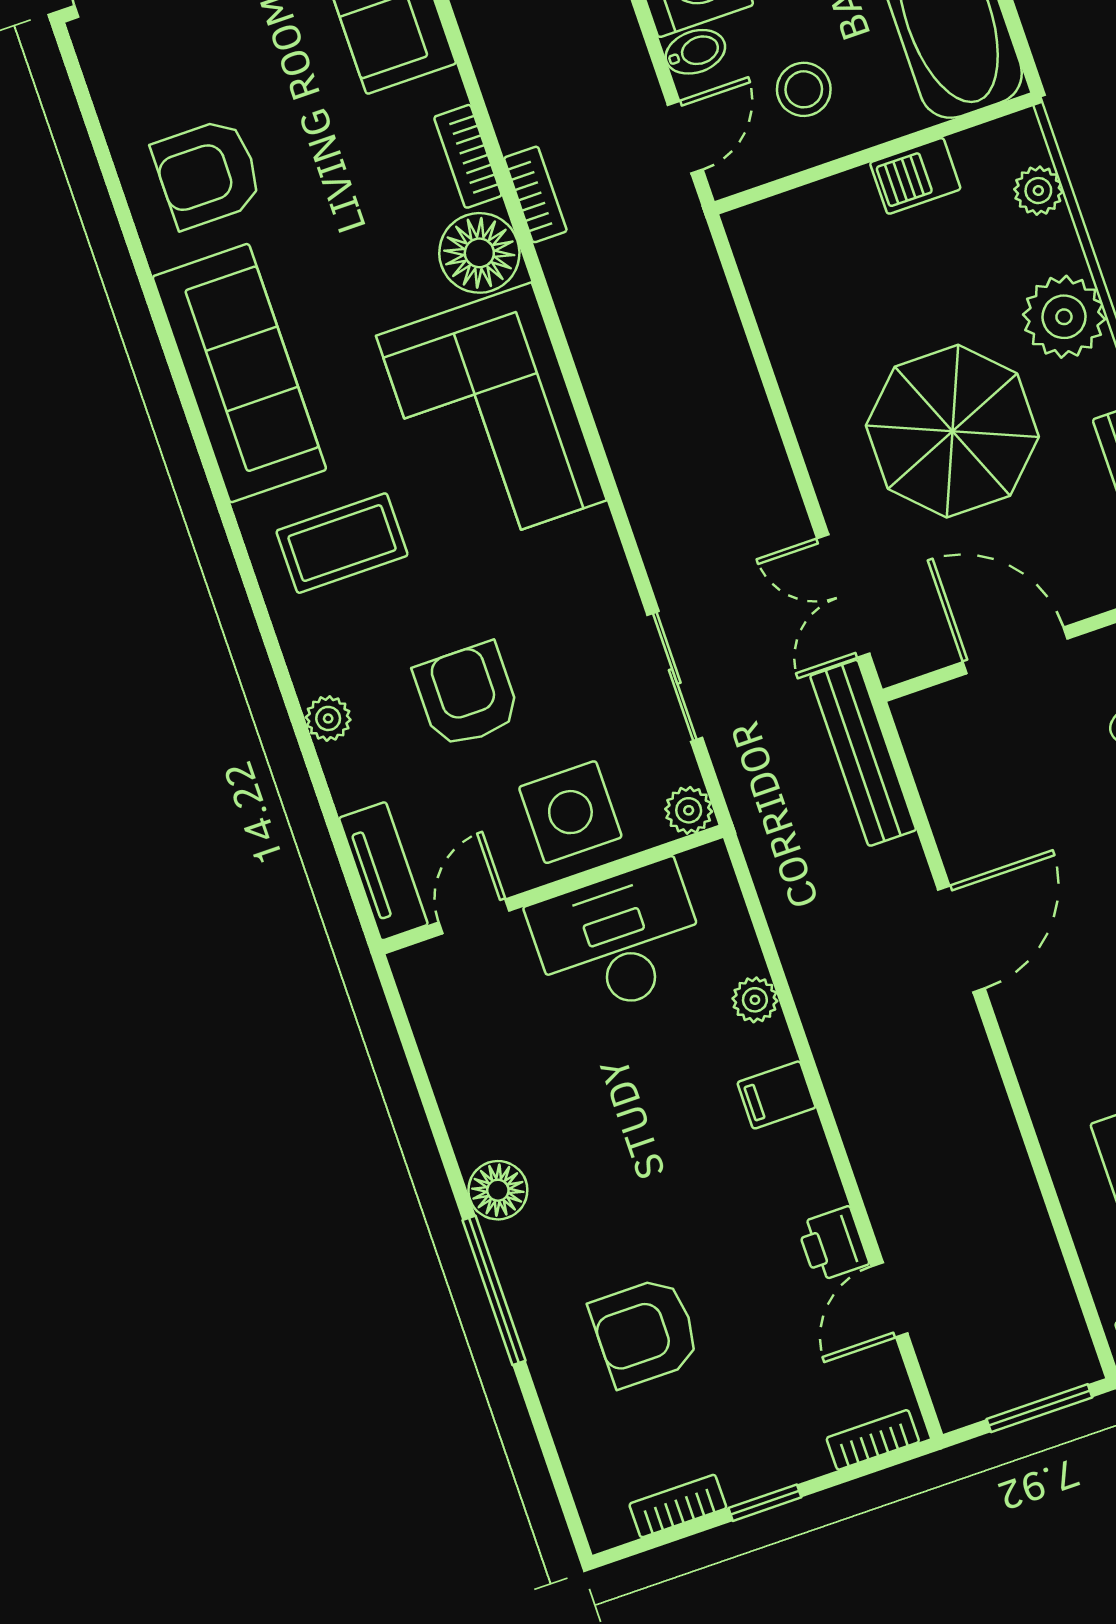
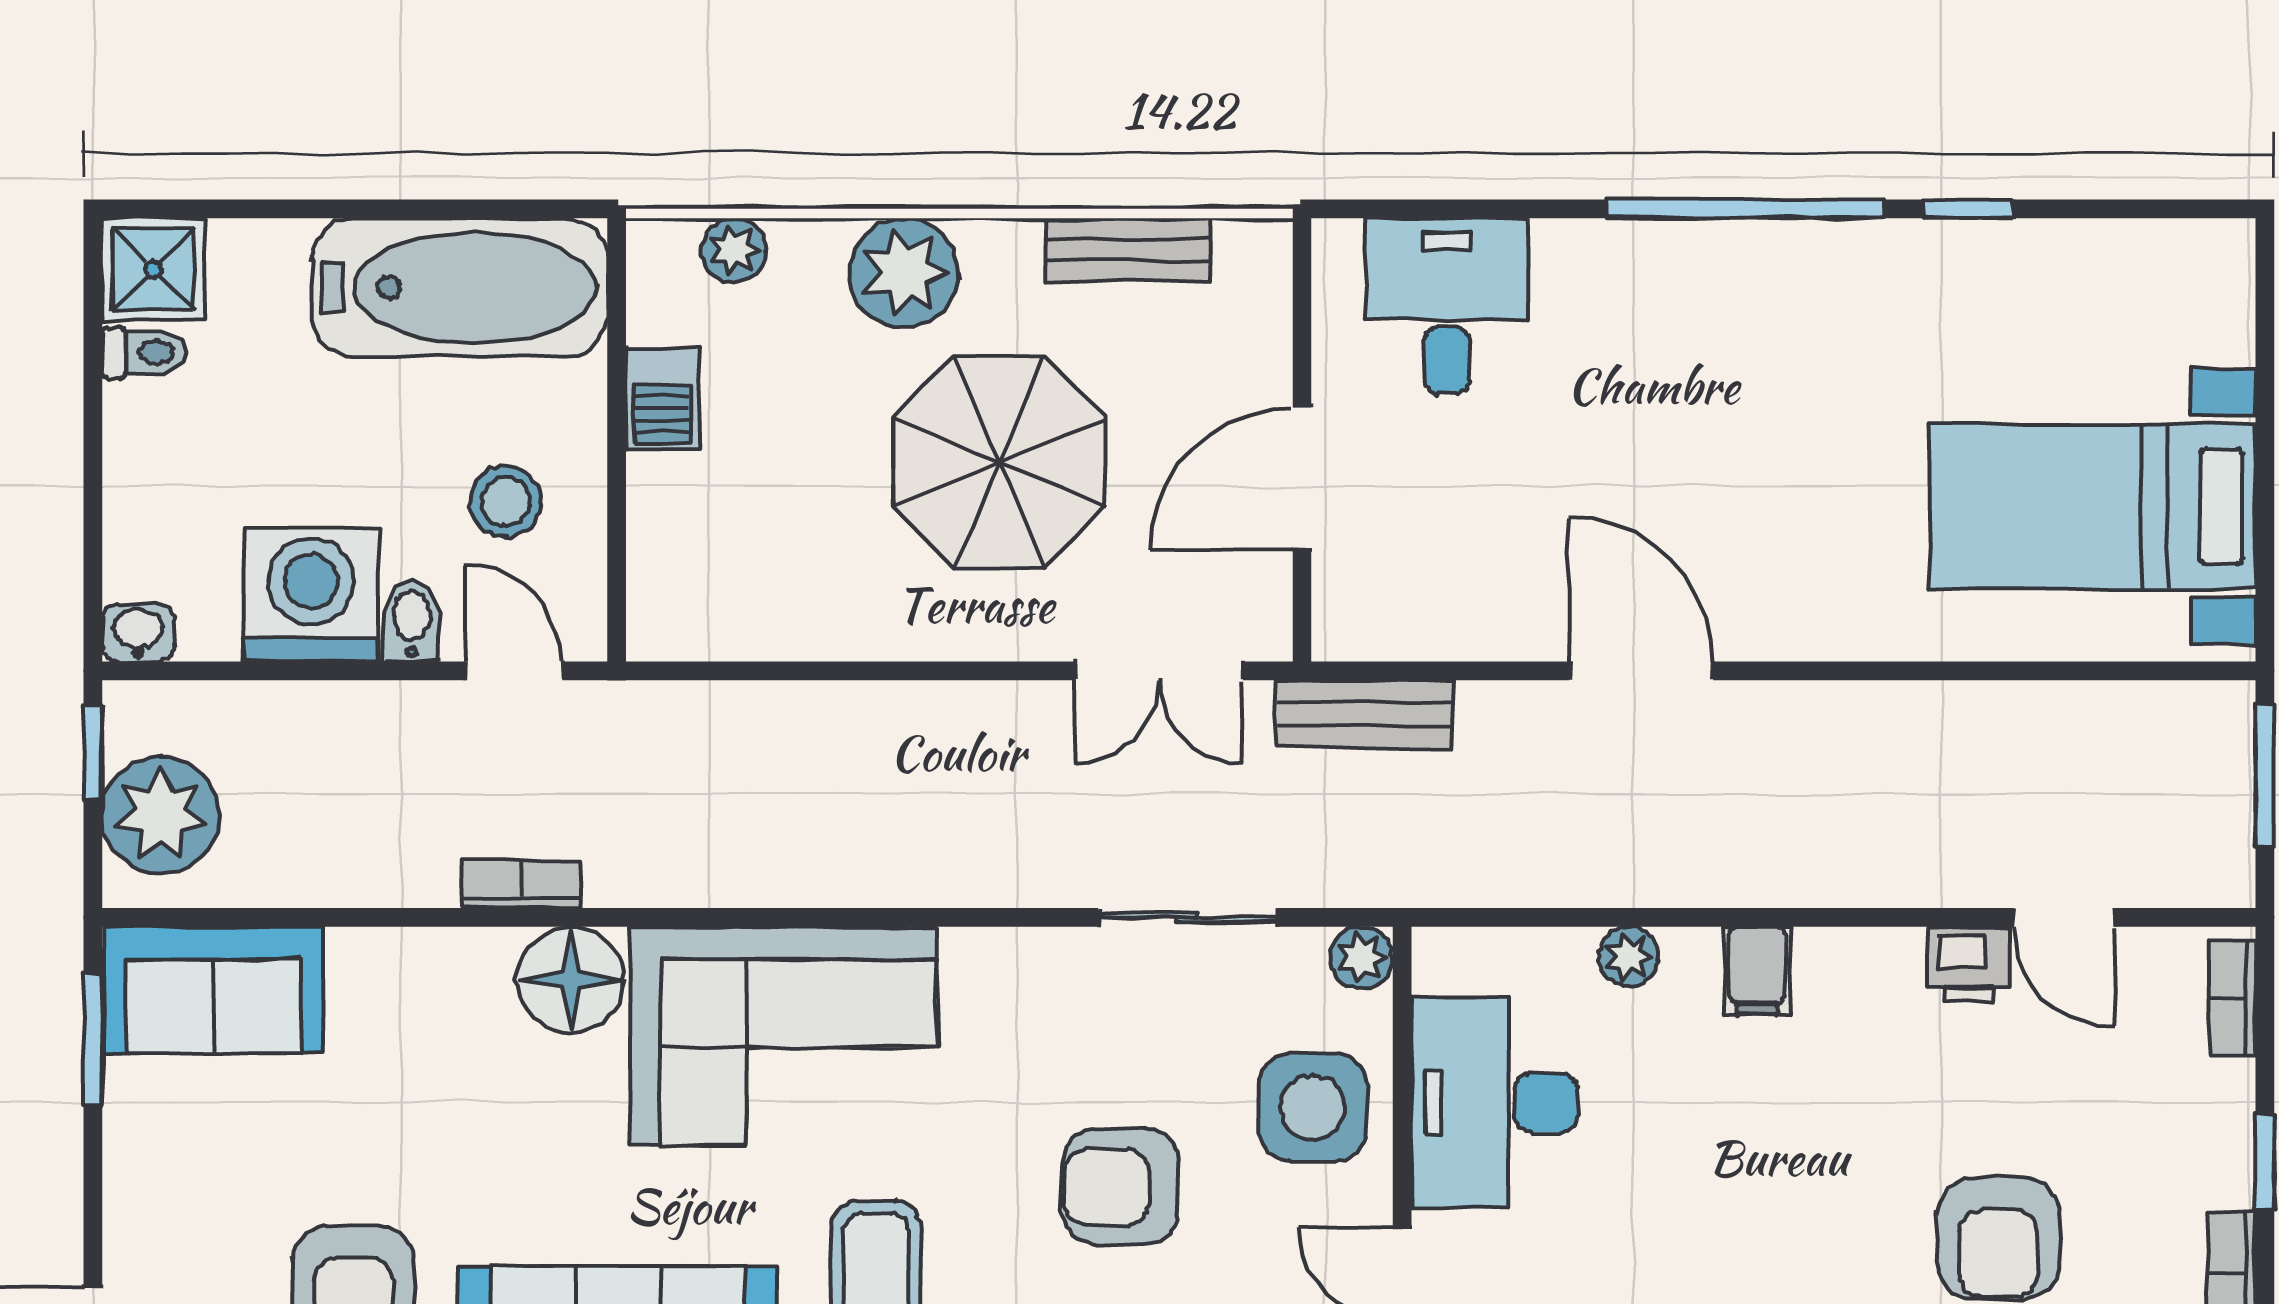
bookcase: (468, 156) -> (444, 952), removed
bench: (863, 753) -> (1365, 714), width x0.73

